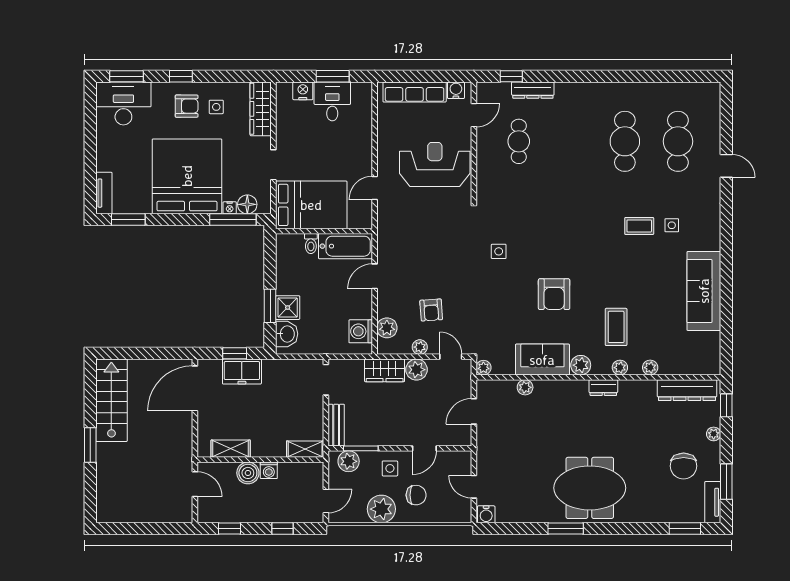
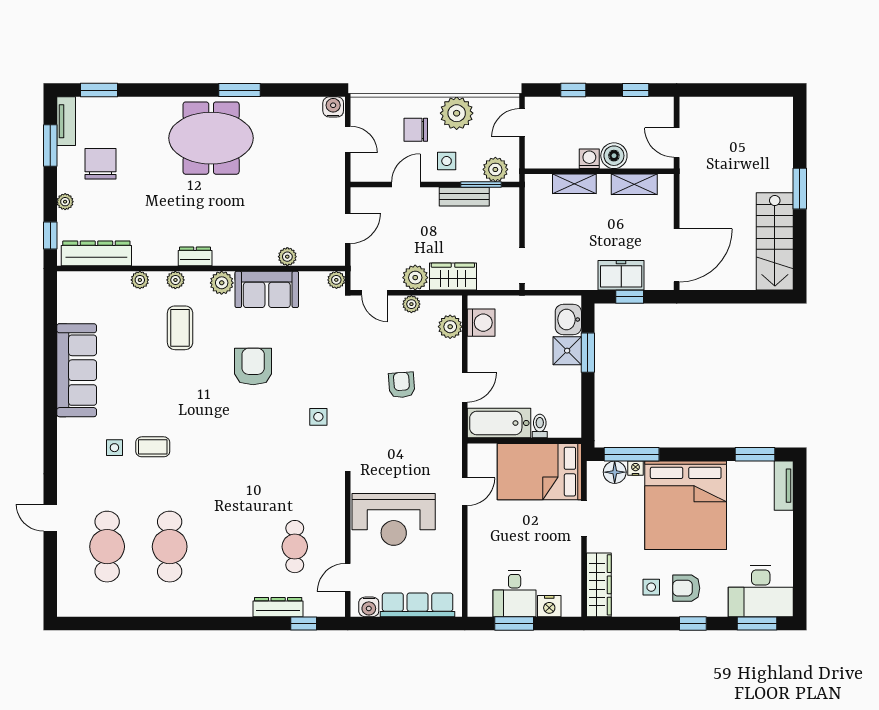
armchair: (431, 310) -> (402, 385), moved
bench: (336, 425) -> (464, 197), moved, turned 90
shelving: (305, 449) -> (574, 184), moved

